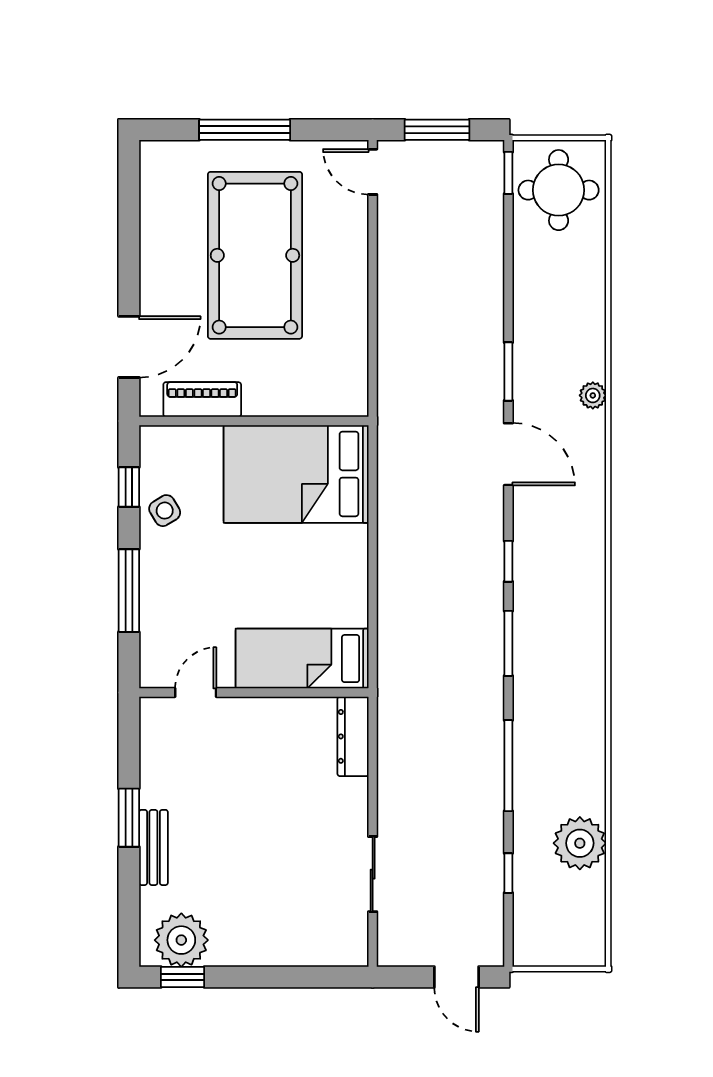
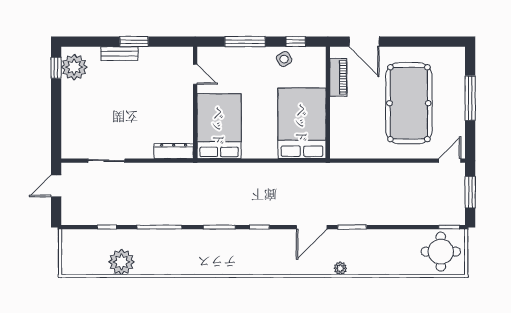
pool table: (255, 255) -> (409, 103), turned 90
bed: (302, 659) -> (219, 126), width x1.50
door: (457, 977) -> (56, 186), moved

